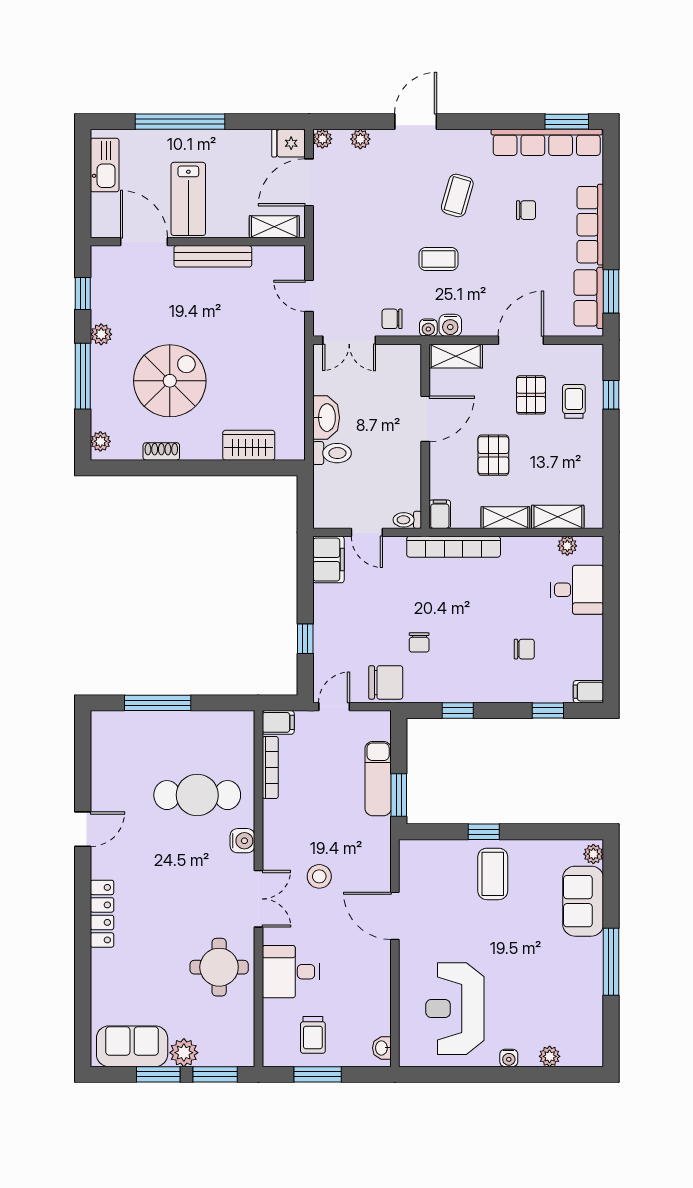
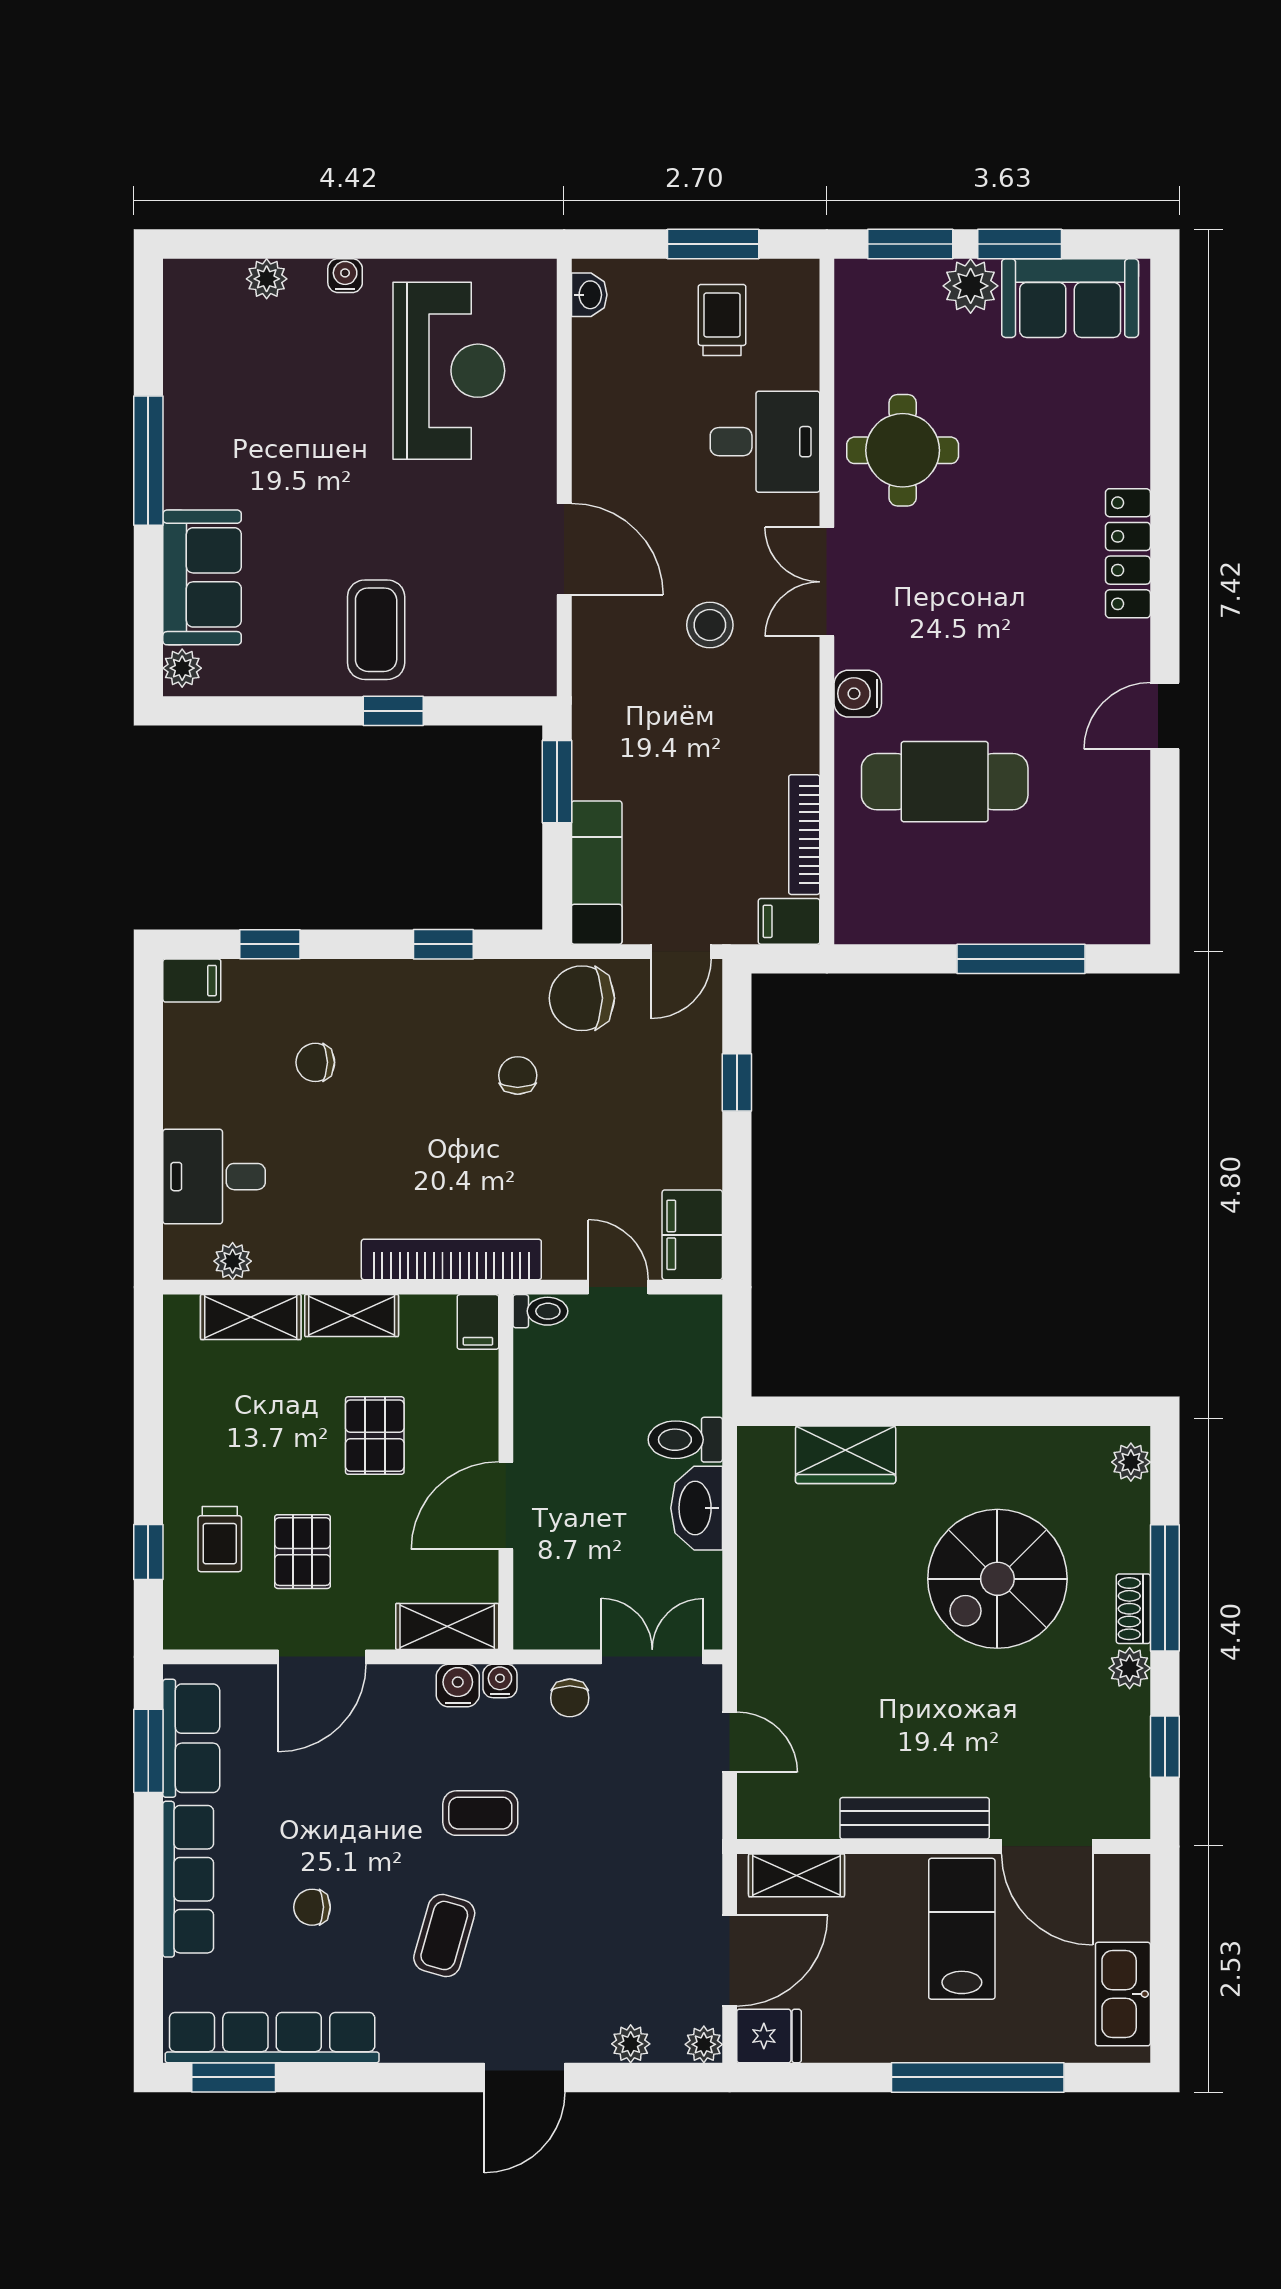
chair: (392, 319) -> (570, 1698), turned 90
shoe rack: (161, 451) -> (1133, 1609), moved, turned 90
exam couch: (378, 779) -> (597, 873), moved

